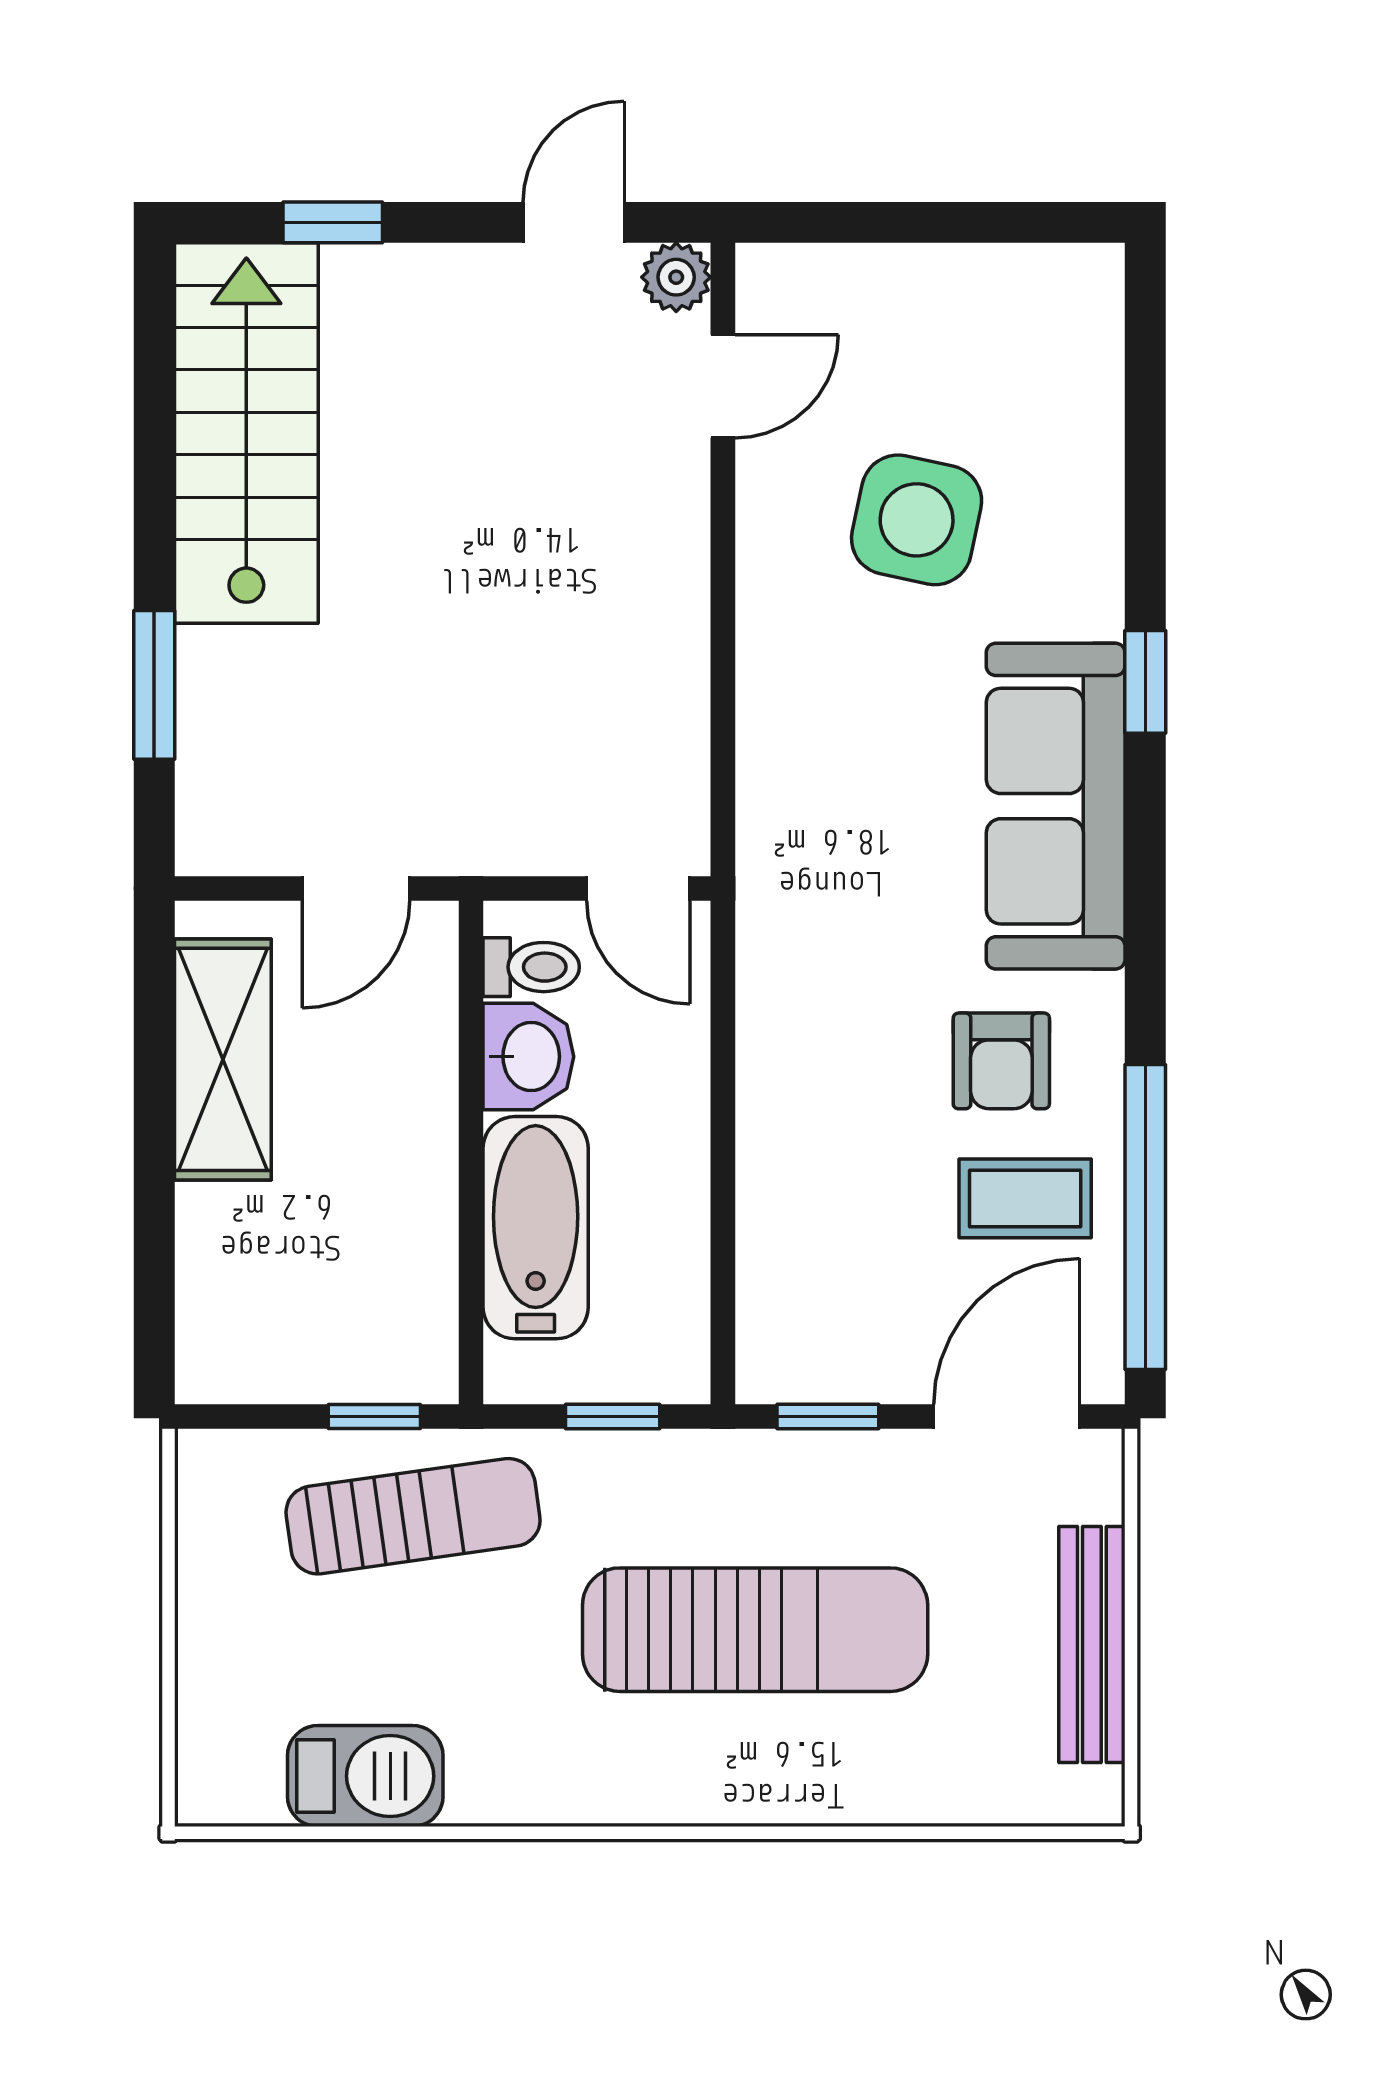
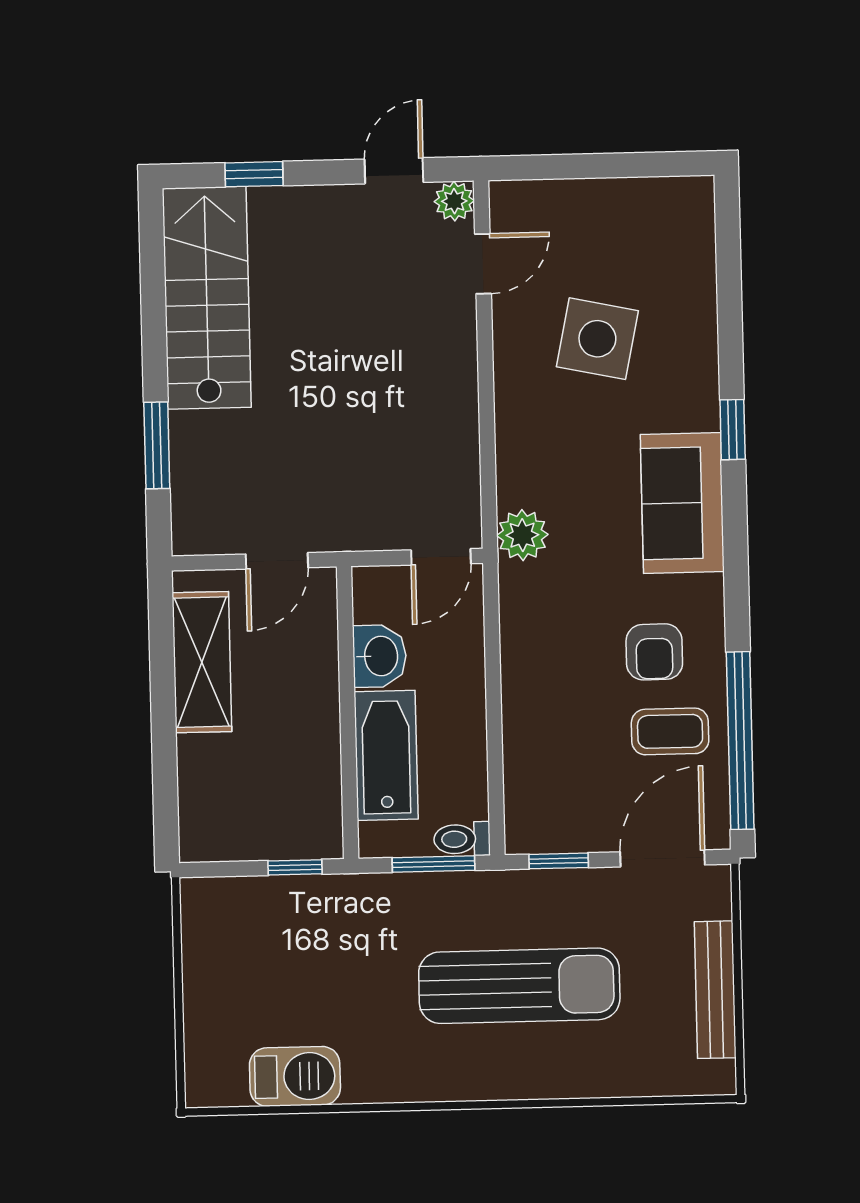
sofa: (1056, 806) -> (682, 503), width x0.73
plant: (779, 854) -> (522, 535), added
door: (638, 888) -> (441, 557), hinge flipped
toilet: (531, 967) -> (462, 839), moved, turned 180
window: (613, 1416) -> (434, 864), width x1.50
sun lounger: (413, 1516) -> (319, 925), removed

